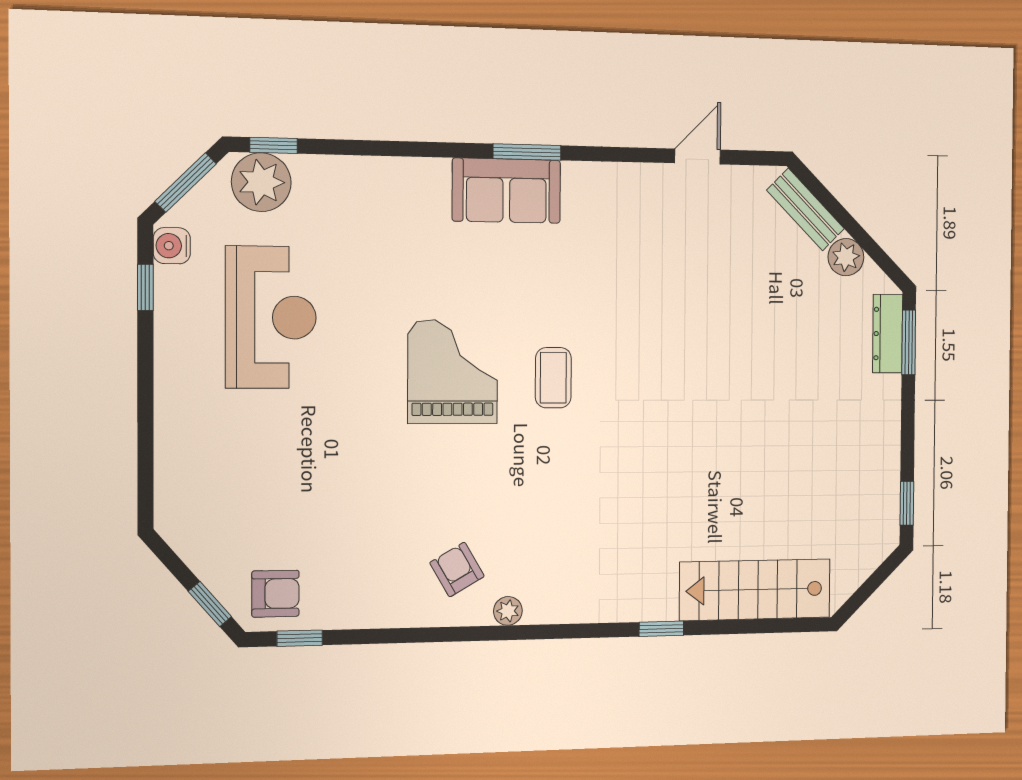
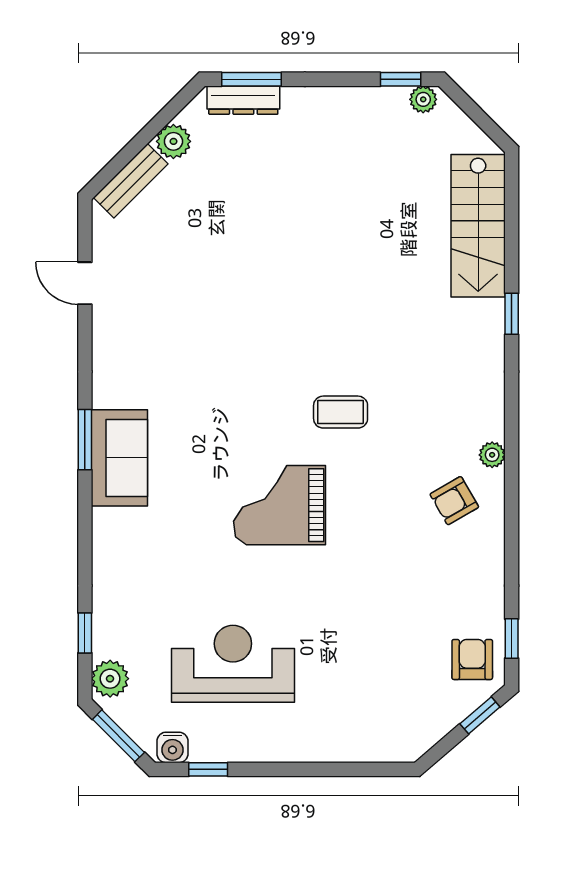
window: (274, 145) -> (85, 633), moved
plant: (261, 182) -> (110, 679), width x0.73, depth x0.73
coffee table: (553, 378) -> (341, 412), moved
plant: (886, 528) -> (423, 99), added

